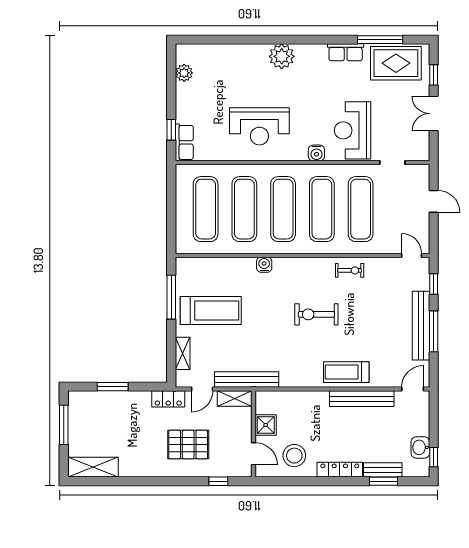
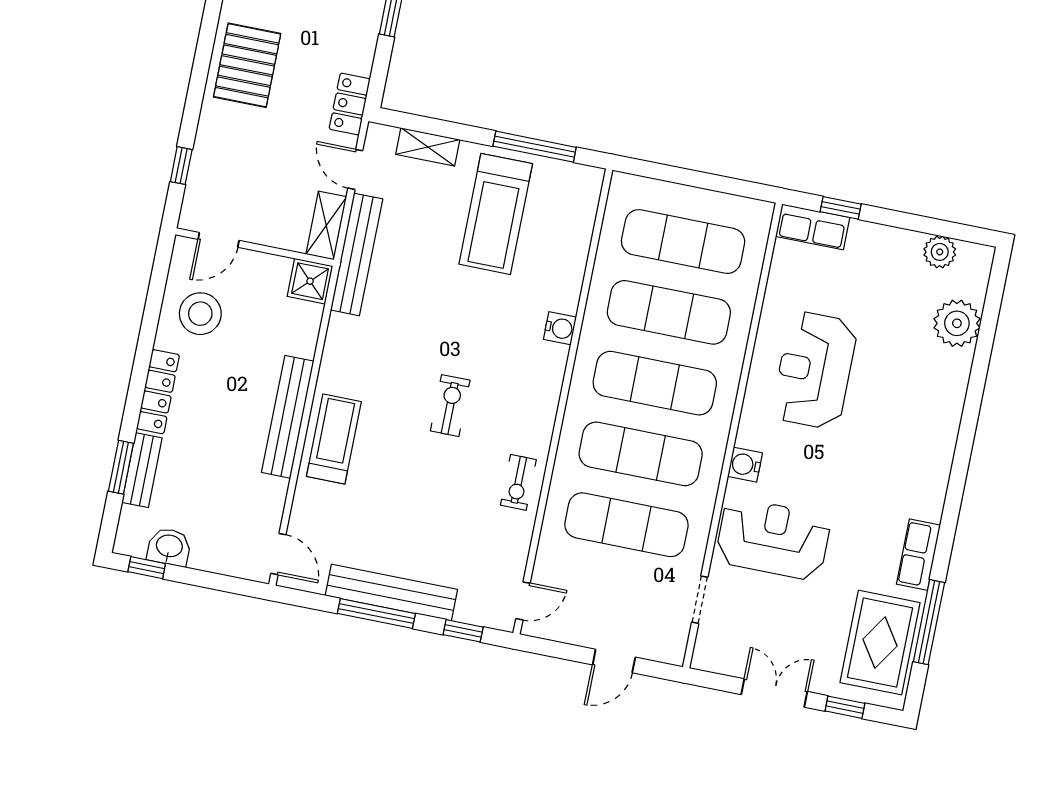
plant: (282, 56) -> (957, 323), moved
exercise bike: (316, 314) -> (450, 406), width x0.73, depth x0.72
bench: (362, 399) -> (288, 417), moved
shower: (266, 425) -> (310, 281), moved
pallet: (188, 445) -> (247, 65), moved

